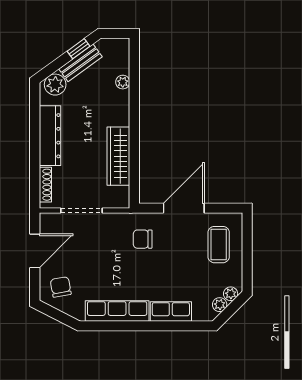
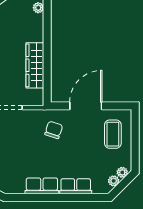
chair: (143, 239) -> (54, 130), turned 108
row of seats: (117, 311) -> (42, 186), width x0.68

